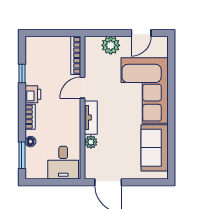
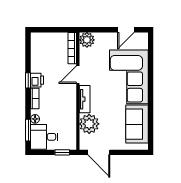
plant: (111, 45) -> (87, 40), moved
window: (22, 73) -> (28, 80), moved
plant: (91, 142) -> (89, 124), width x1.88, depth x1.88
desk: (63, 163) -> (44, 137), moved, turned 90
window: (64, 182) -> (62, 152), added

